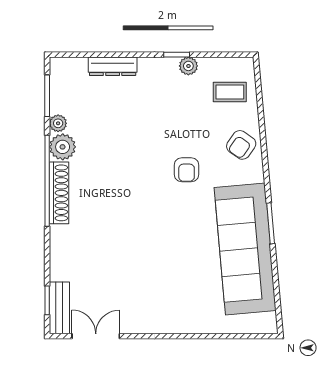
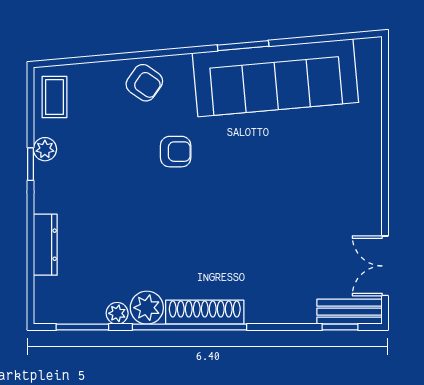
coffee table: (230, 92) -> (54, 97), moved

